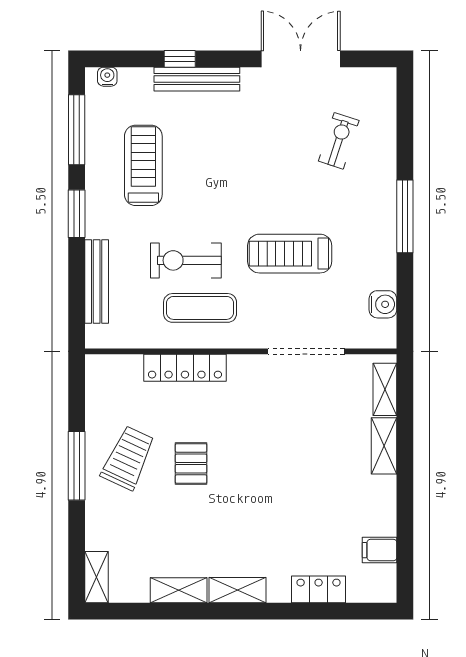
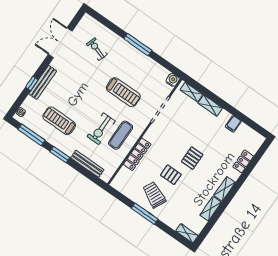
treadmill: (290, 254) -> (123, 92), turned -90
water cooler: (383, 304) -> (173, 80), moved
pallet: (254, 483) -> (192, 158), added
filing cabinet: (380, 550) -> (233, 124), moved

